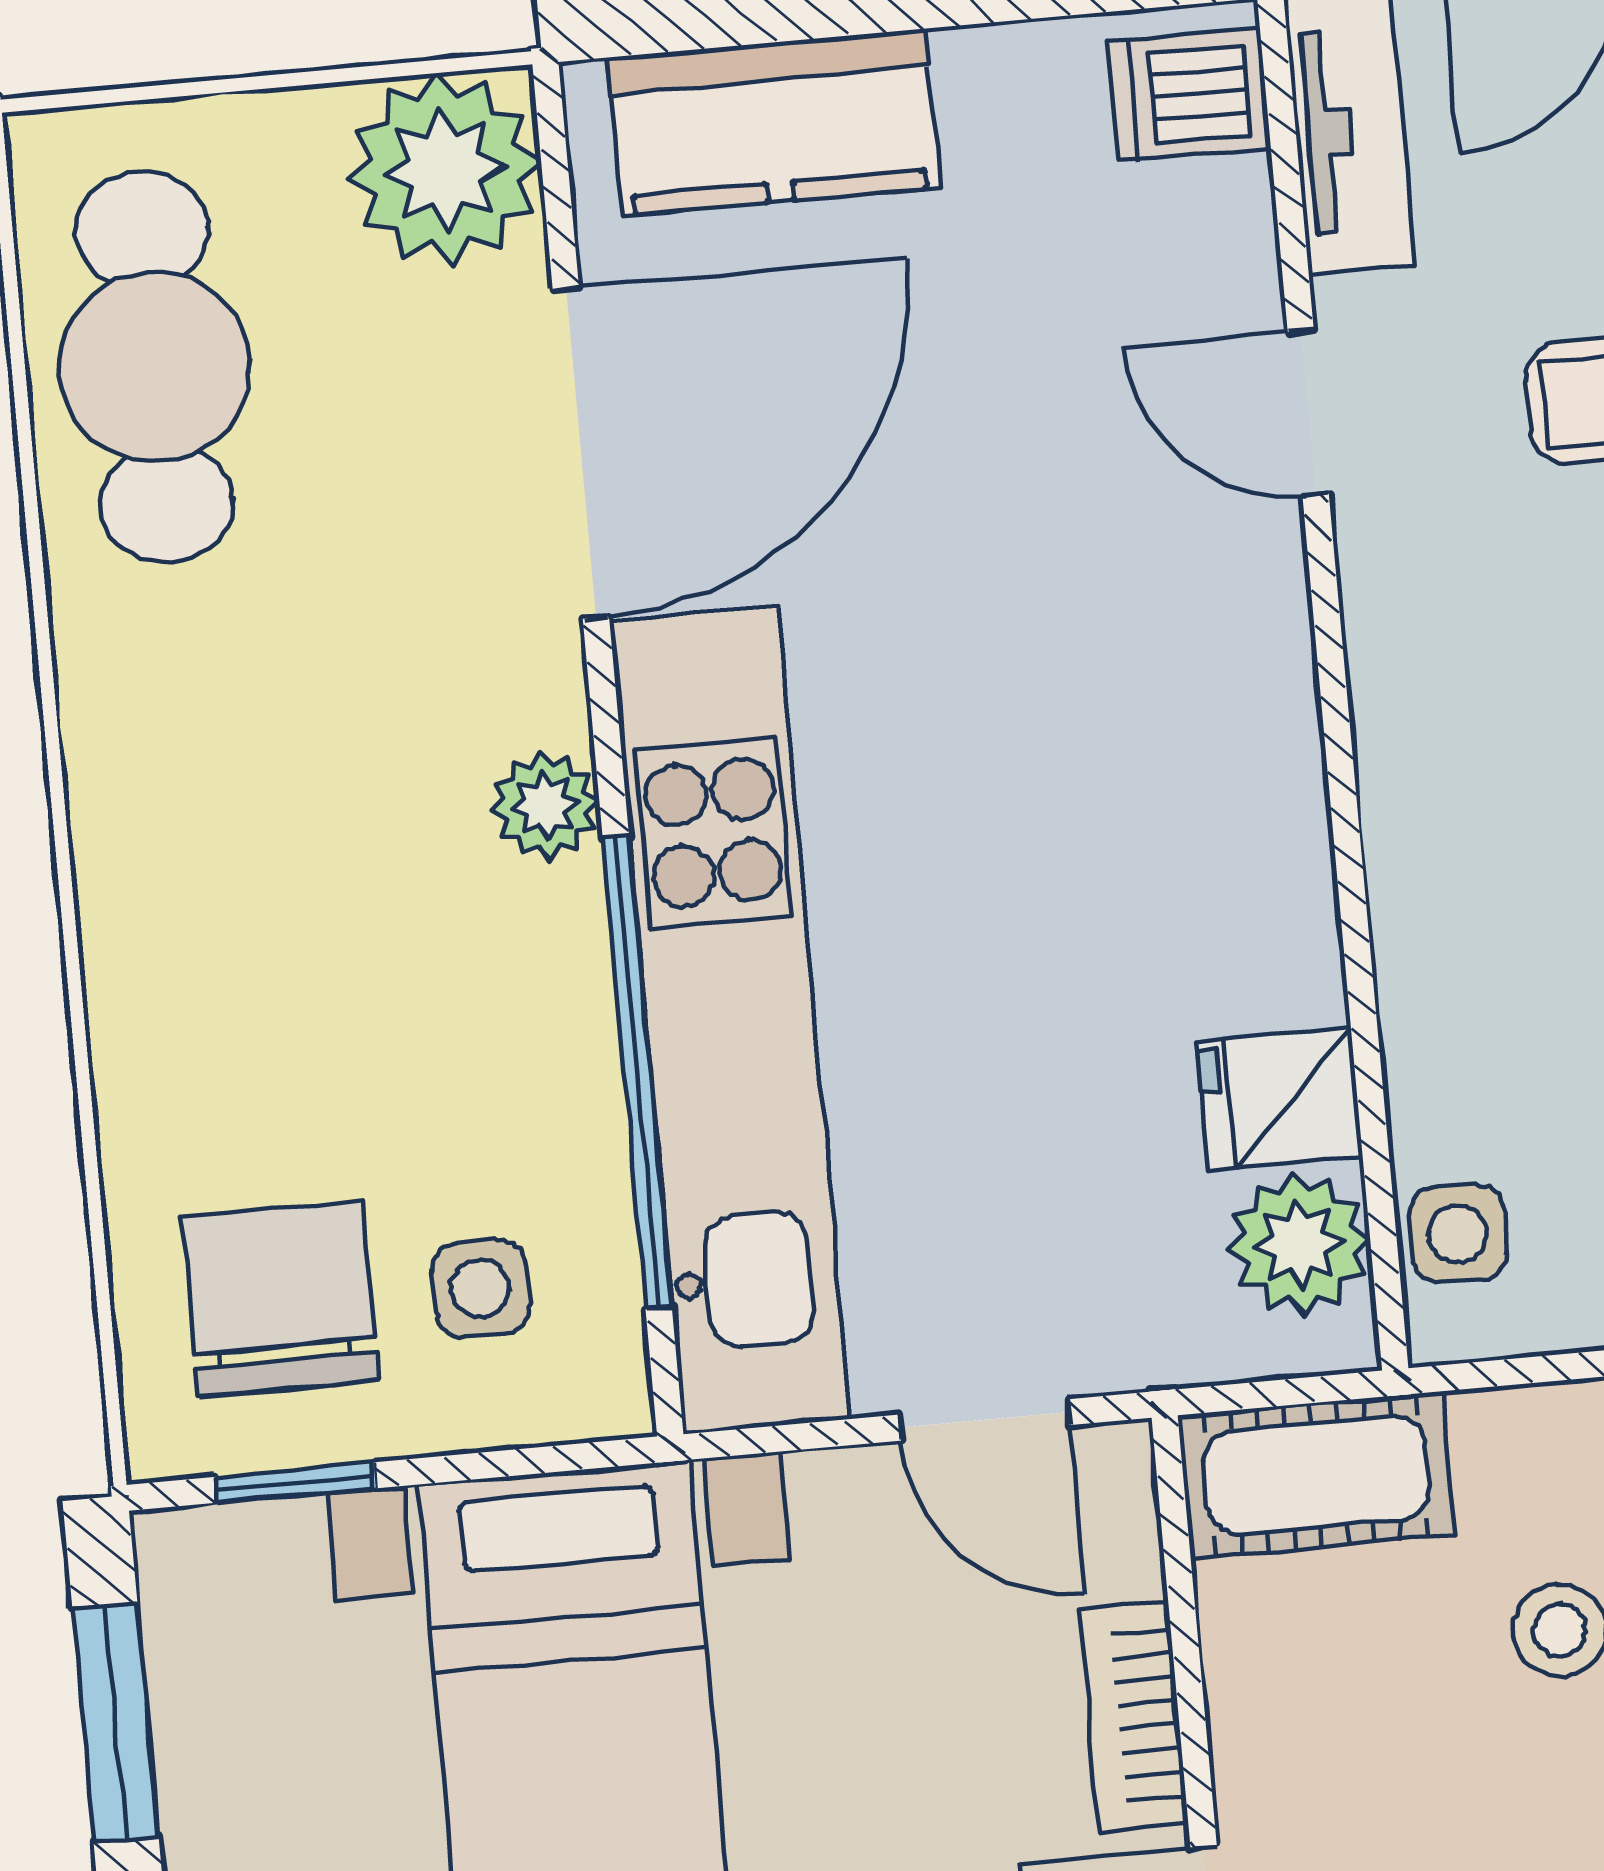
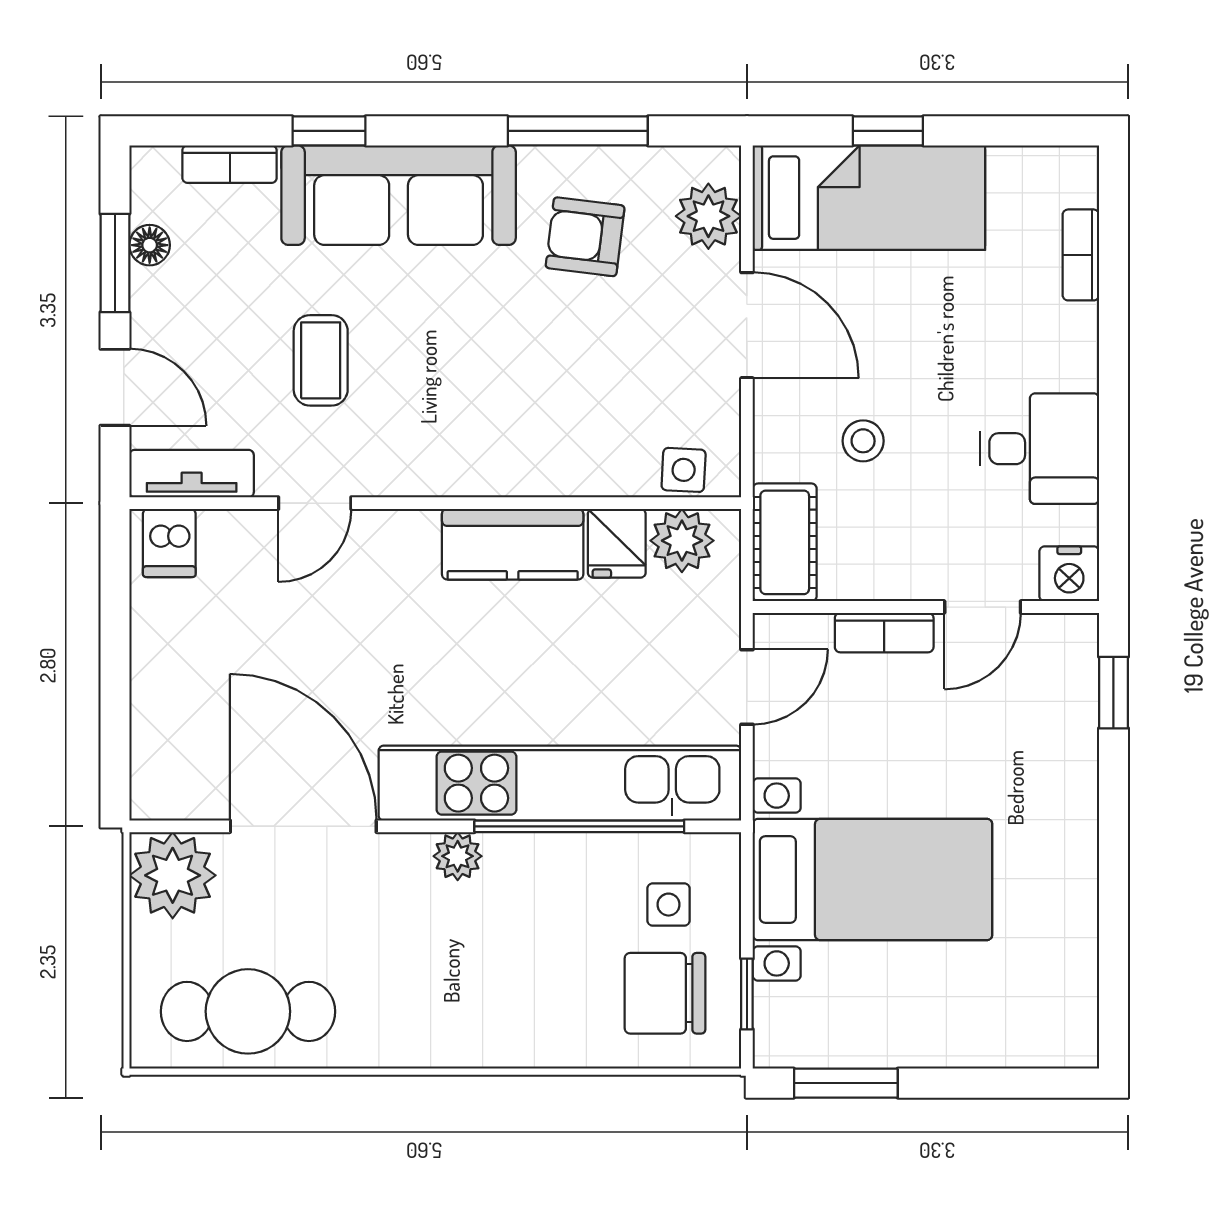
kitchen counter: (774, 122) -> (513, 544), moved, turned 90

